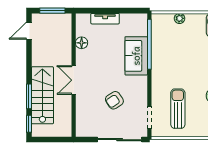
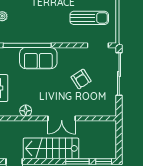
stairs: (42, 95) -> (51, 148), moved
sun lounger: (178, 109) -> (89, 18), turned 180

